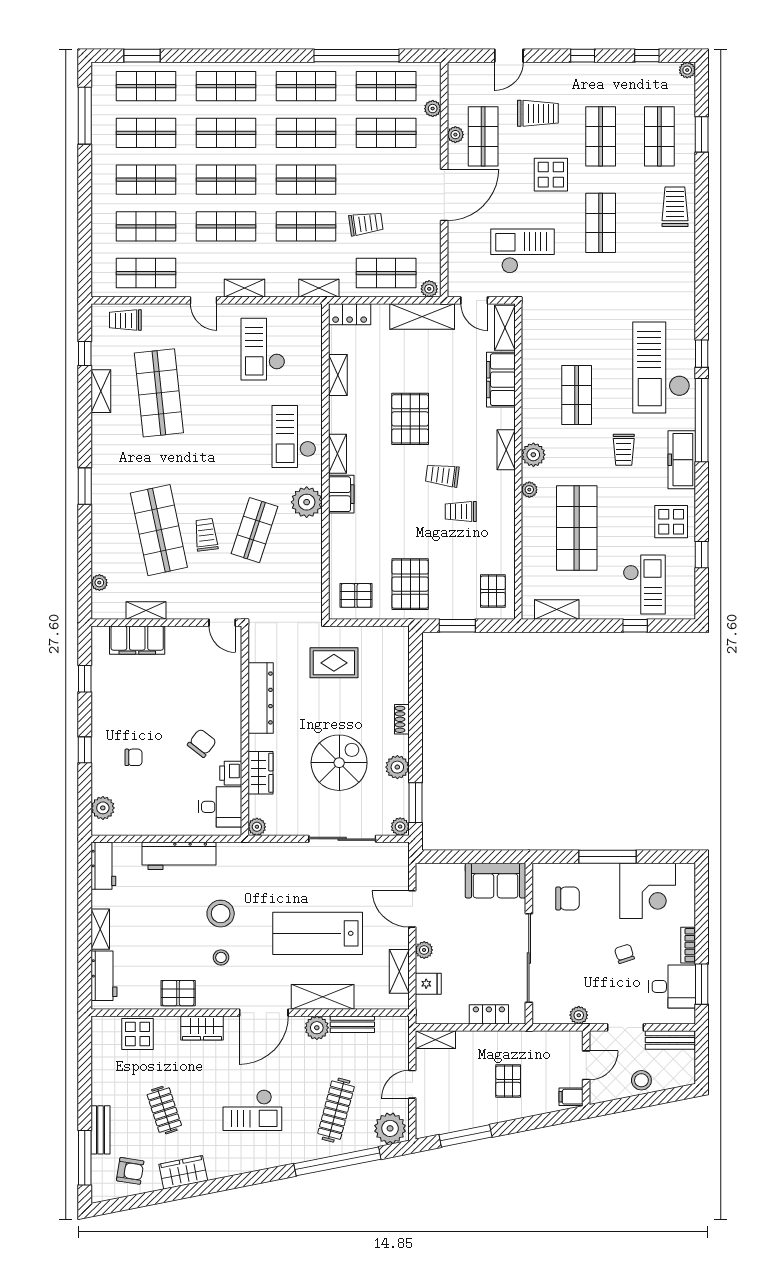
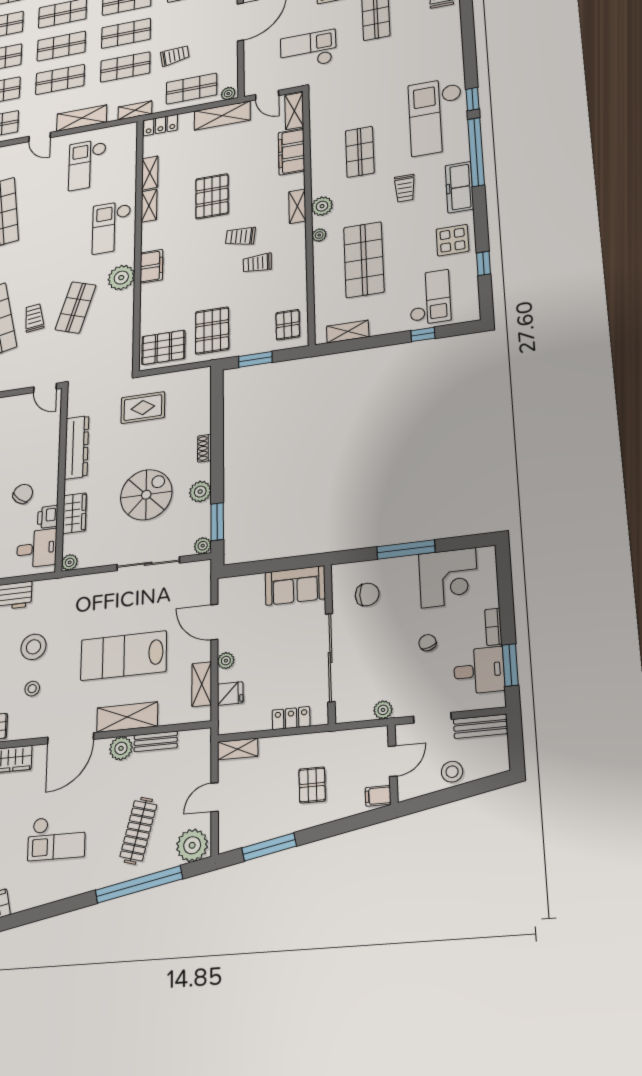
shelving: (244, 288) -> (82, 118), width x1.50, depth x1.33
shelving: (337, 454) -> (149, 206), moved
pallet: (356, 595) -> (163, 347), width x1.50, depth x1.42

